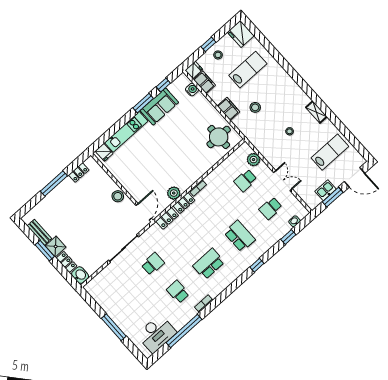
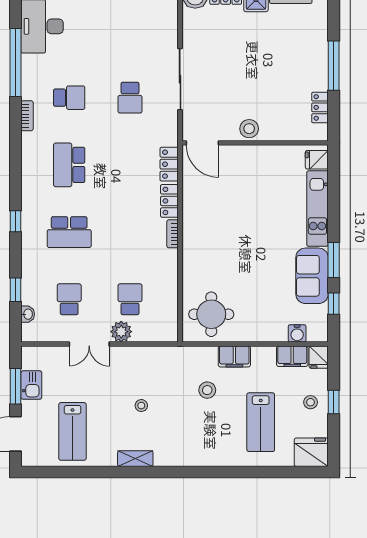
plant: (254, 160) -> (121, 332), moved
plant: (174, 193) -> (192, 199), removed
school desk: (209, 264) -> (69, 165), turned 180

